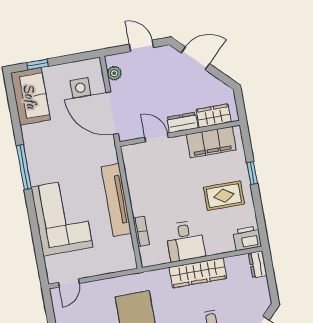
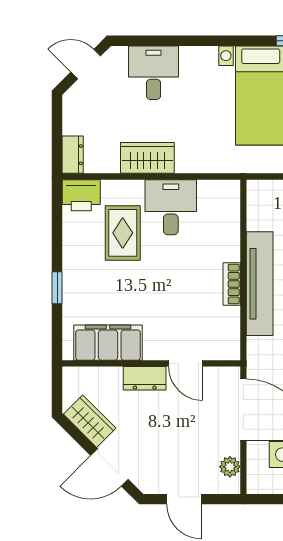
wardrobe: (214, 116) -> (90, 421), moved, turned -135
rug: (224, 196) -> (123, 233), moved, turned 90
bookcase: (141, 231) -> (232, 284), moved
wardrobe: (198, 273) -> (147, 158), width x0.67

